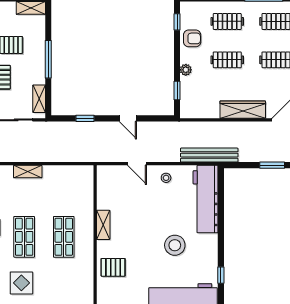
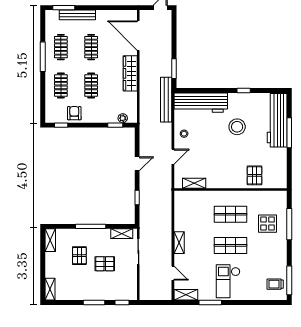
plant: (186, 70) -> (123, 118), moved
window: (272, 165) -> (174, 69), moved
shelving: (103, 225) -> (194, 183), moved
window: (221, 275) -> (244, 91), moved
display table: (21, 283) -> (268, 224), moved

